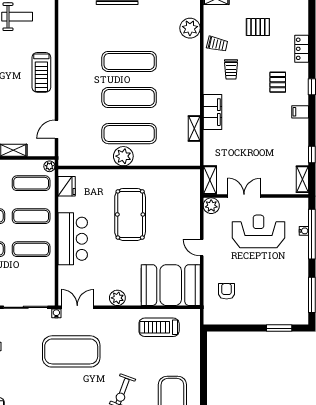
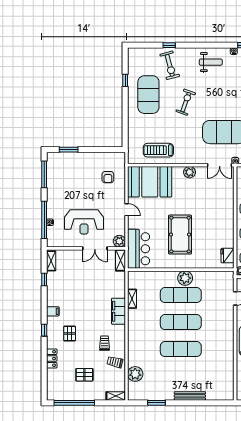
bar counter: (73, 239) -> (139, 249), moved, turned 180
treadmill: (159, 327) -> (158, 150), turned 180

